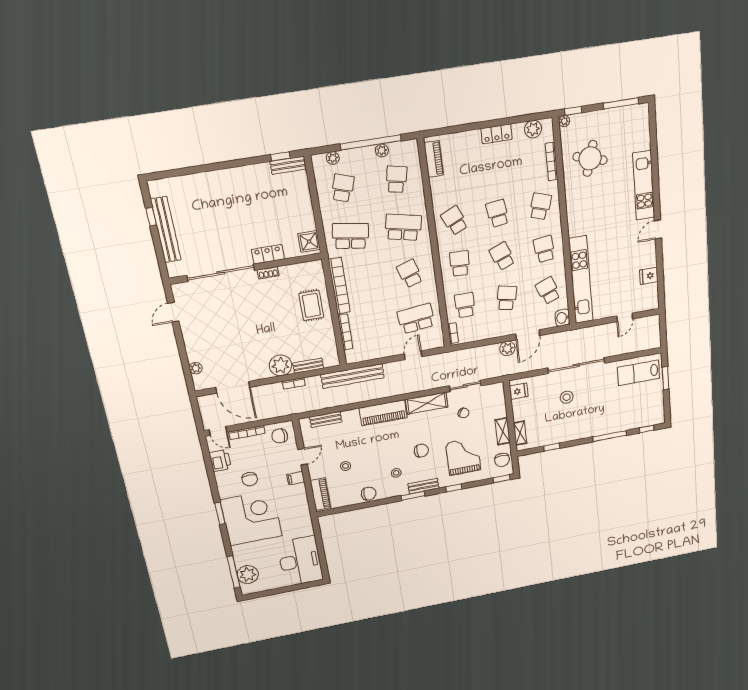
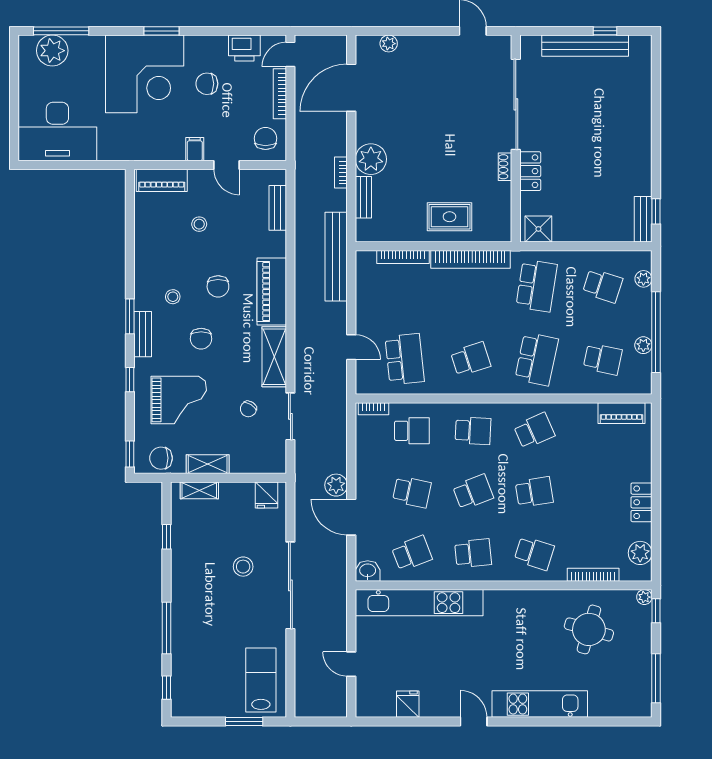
chair: (369, 494) -> (218, 286), moved

